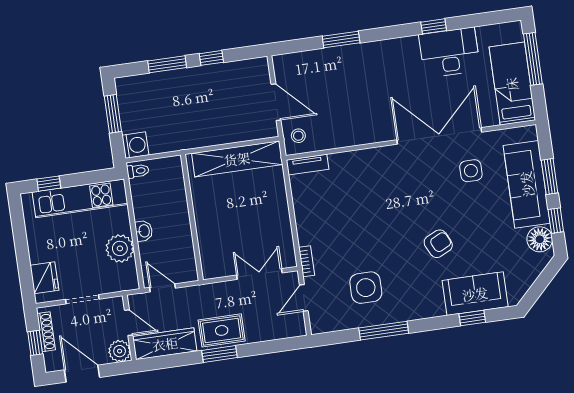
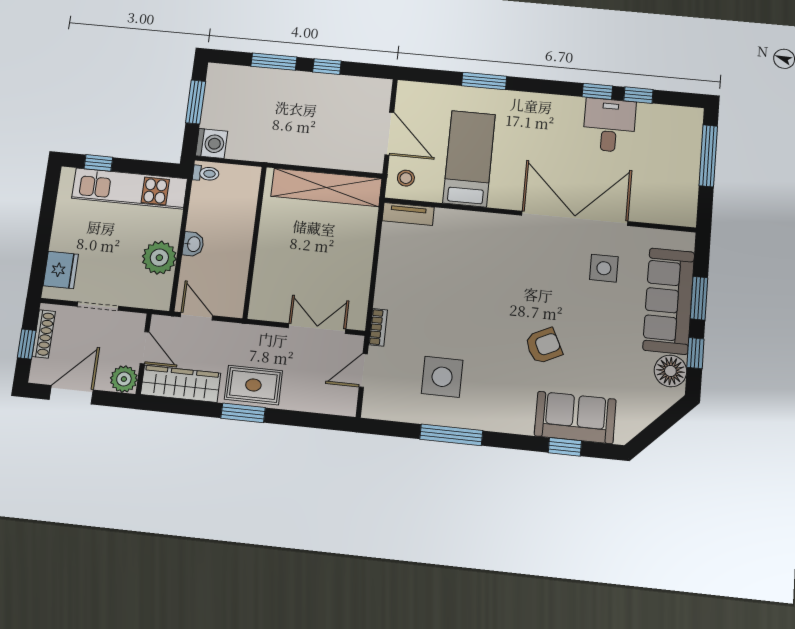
window: (467, 22) -> (638, 95), added
desk: (449, 52) -> (609, 125), width x0.73
bed: (512, 84) -> (469, 159), moved
door: (82, 374) -> (71, 395), hinge flipped

